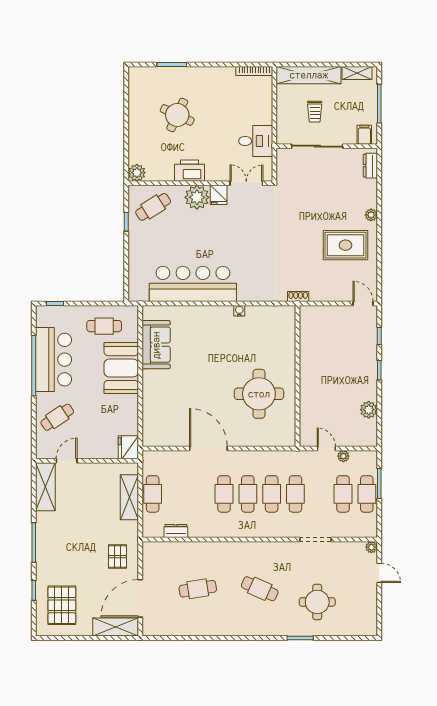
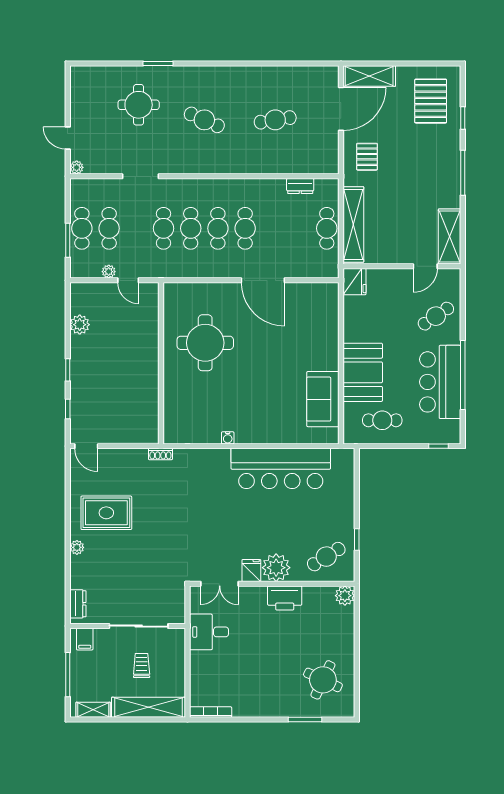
round table: (177, 115) -> (323, 680), moved
shelving: (129, 497) -> (353, 224), width x1.47

